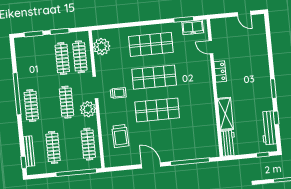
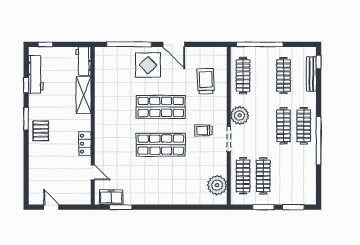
shop shelf: (151, 44) -> (161, 182), removed
pallet: (260, 79) -> (41, 131), added
clothes rail: (66, 102) -> (283, 126), moved
display table: (172, 145) -> (148, 65), added

